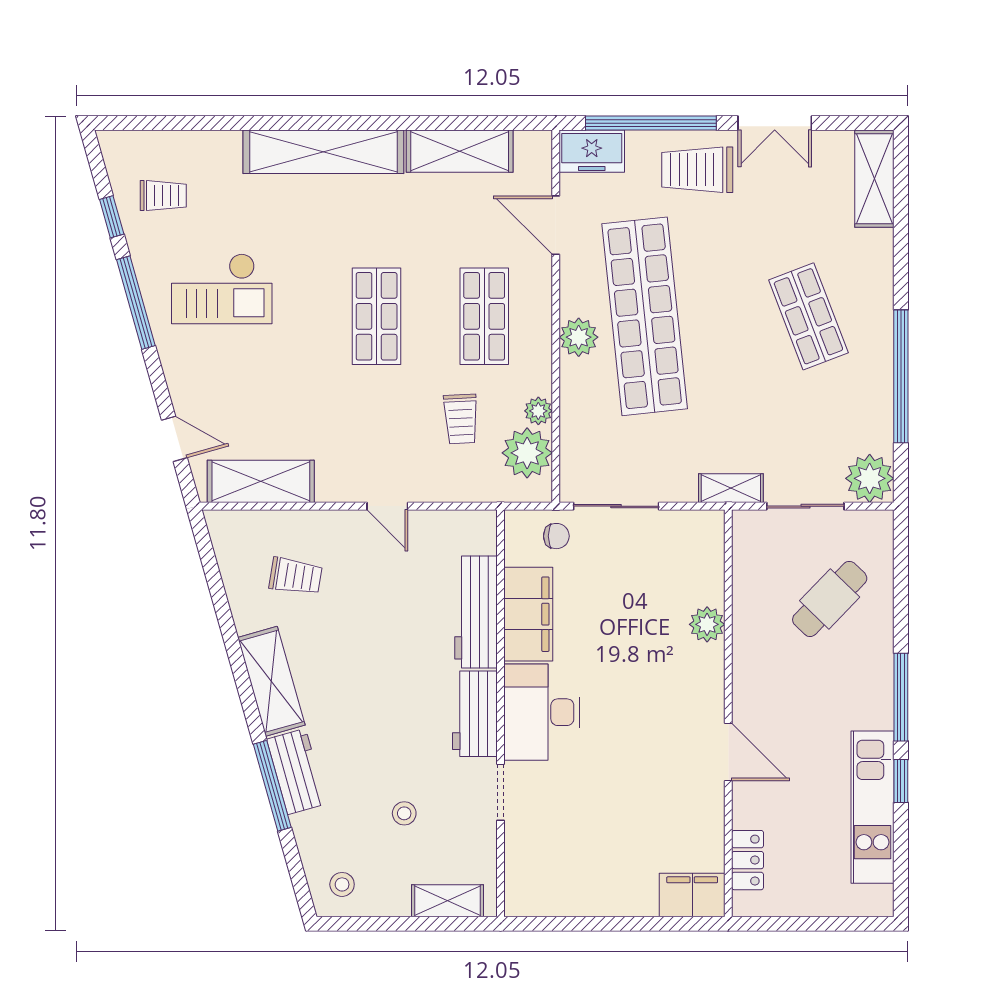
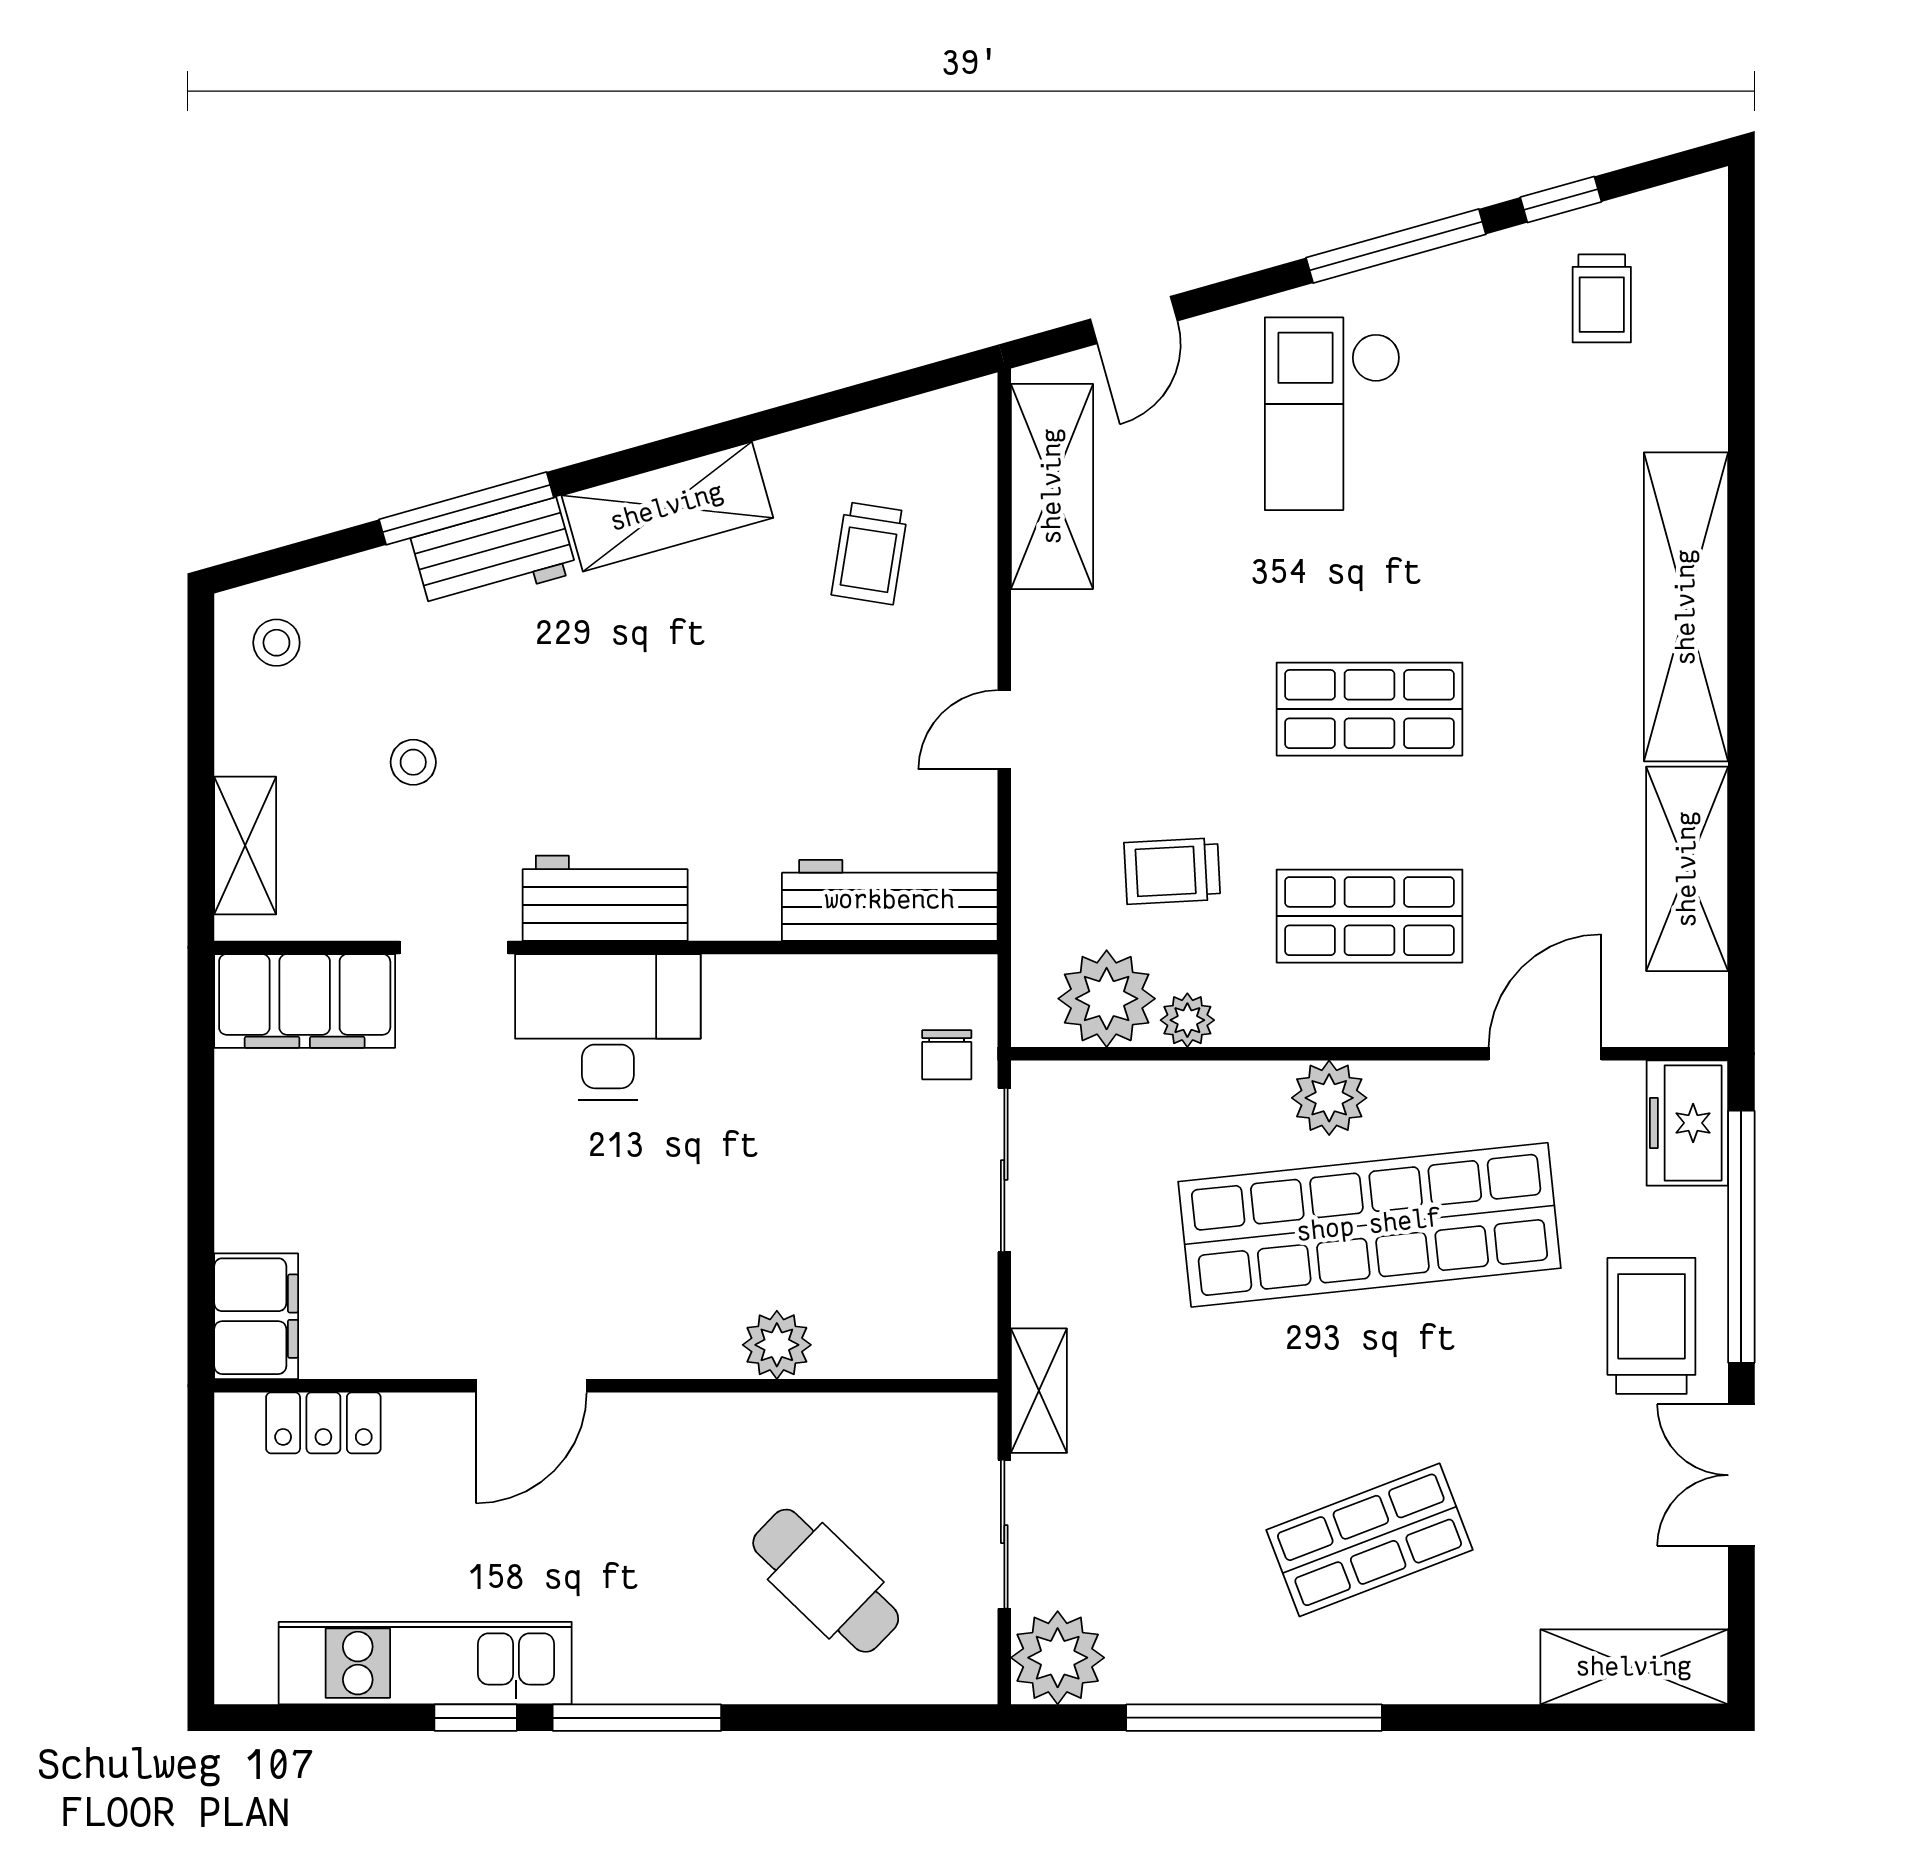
checkout: (222, 289) -> (1333, 414), moved
workbench: (476, 612) -> (890, 900), moved
filing cabinet: (528, 614) -> (305, 1001), moved

